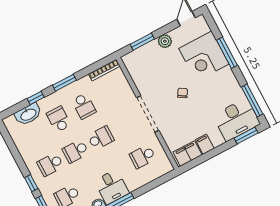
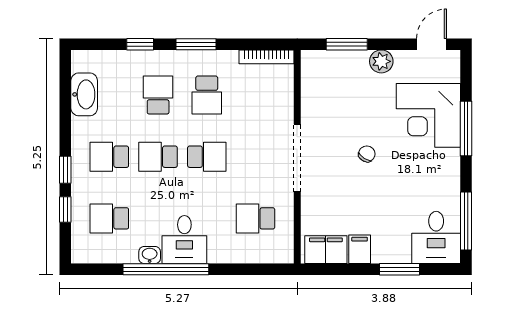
washbasin: (28, 114) -> (84, 94), moved, turned -90
desk: (236, 120) -> (436, 237), width x0.73
window: (246, 136) -> (399, 269), moved

